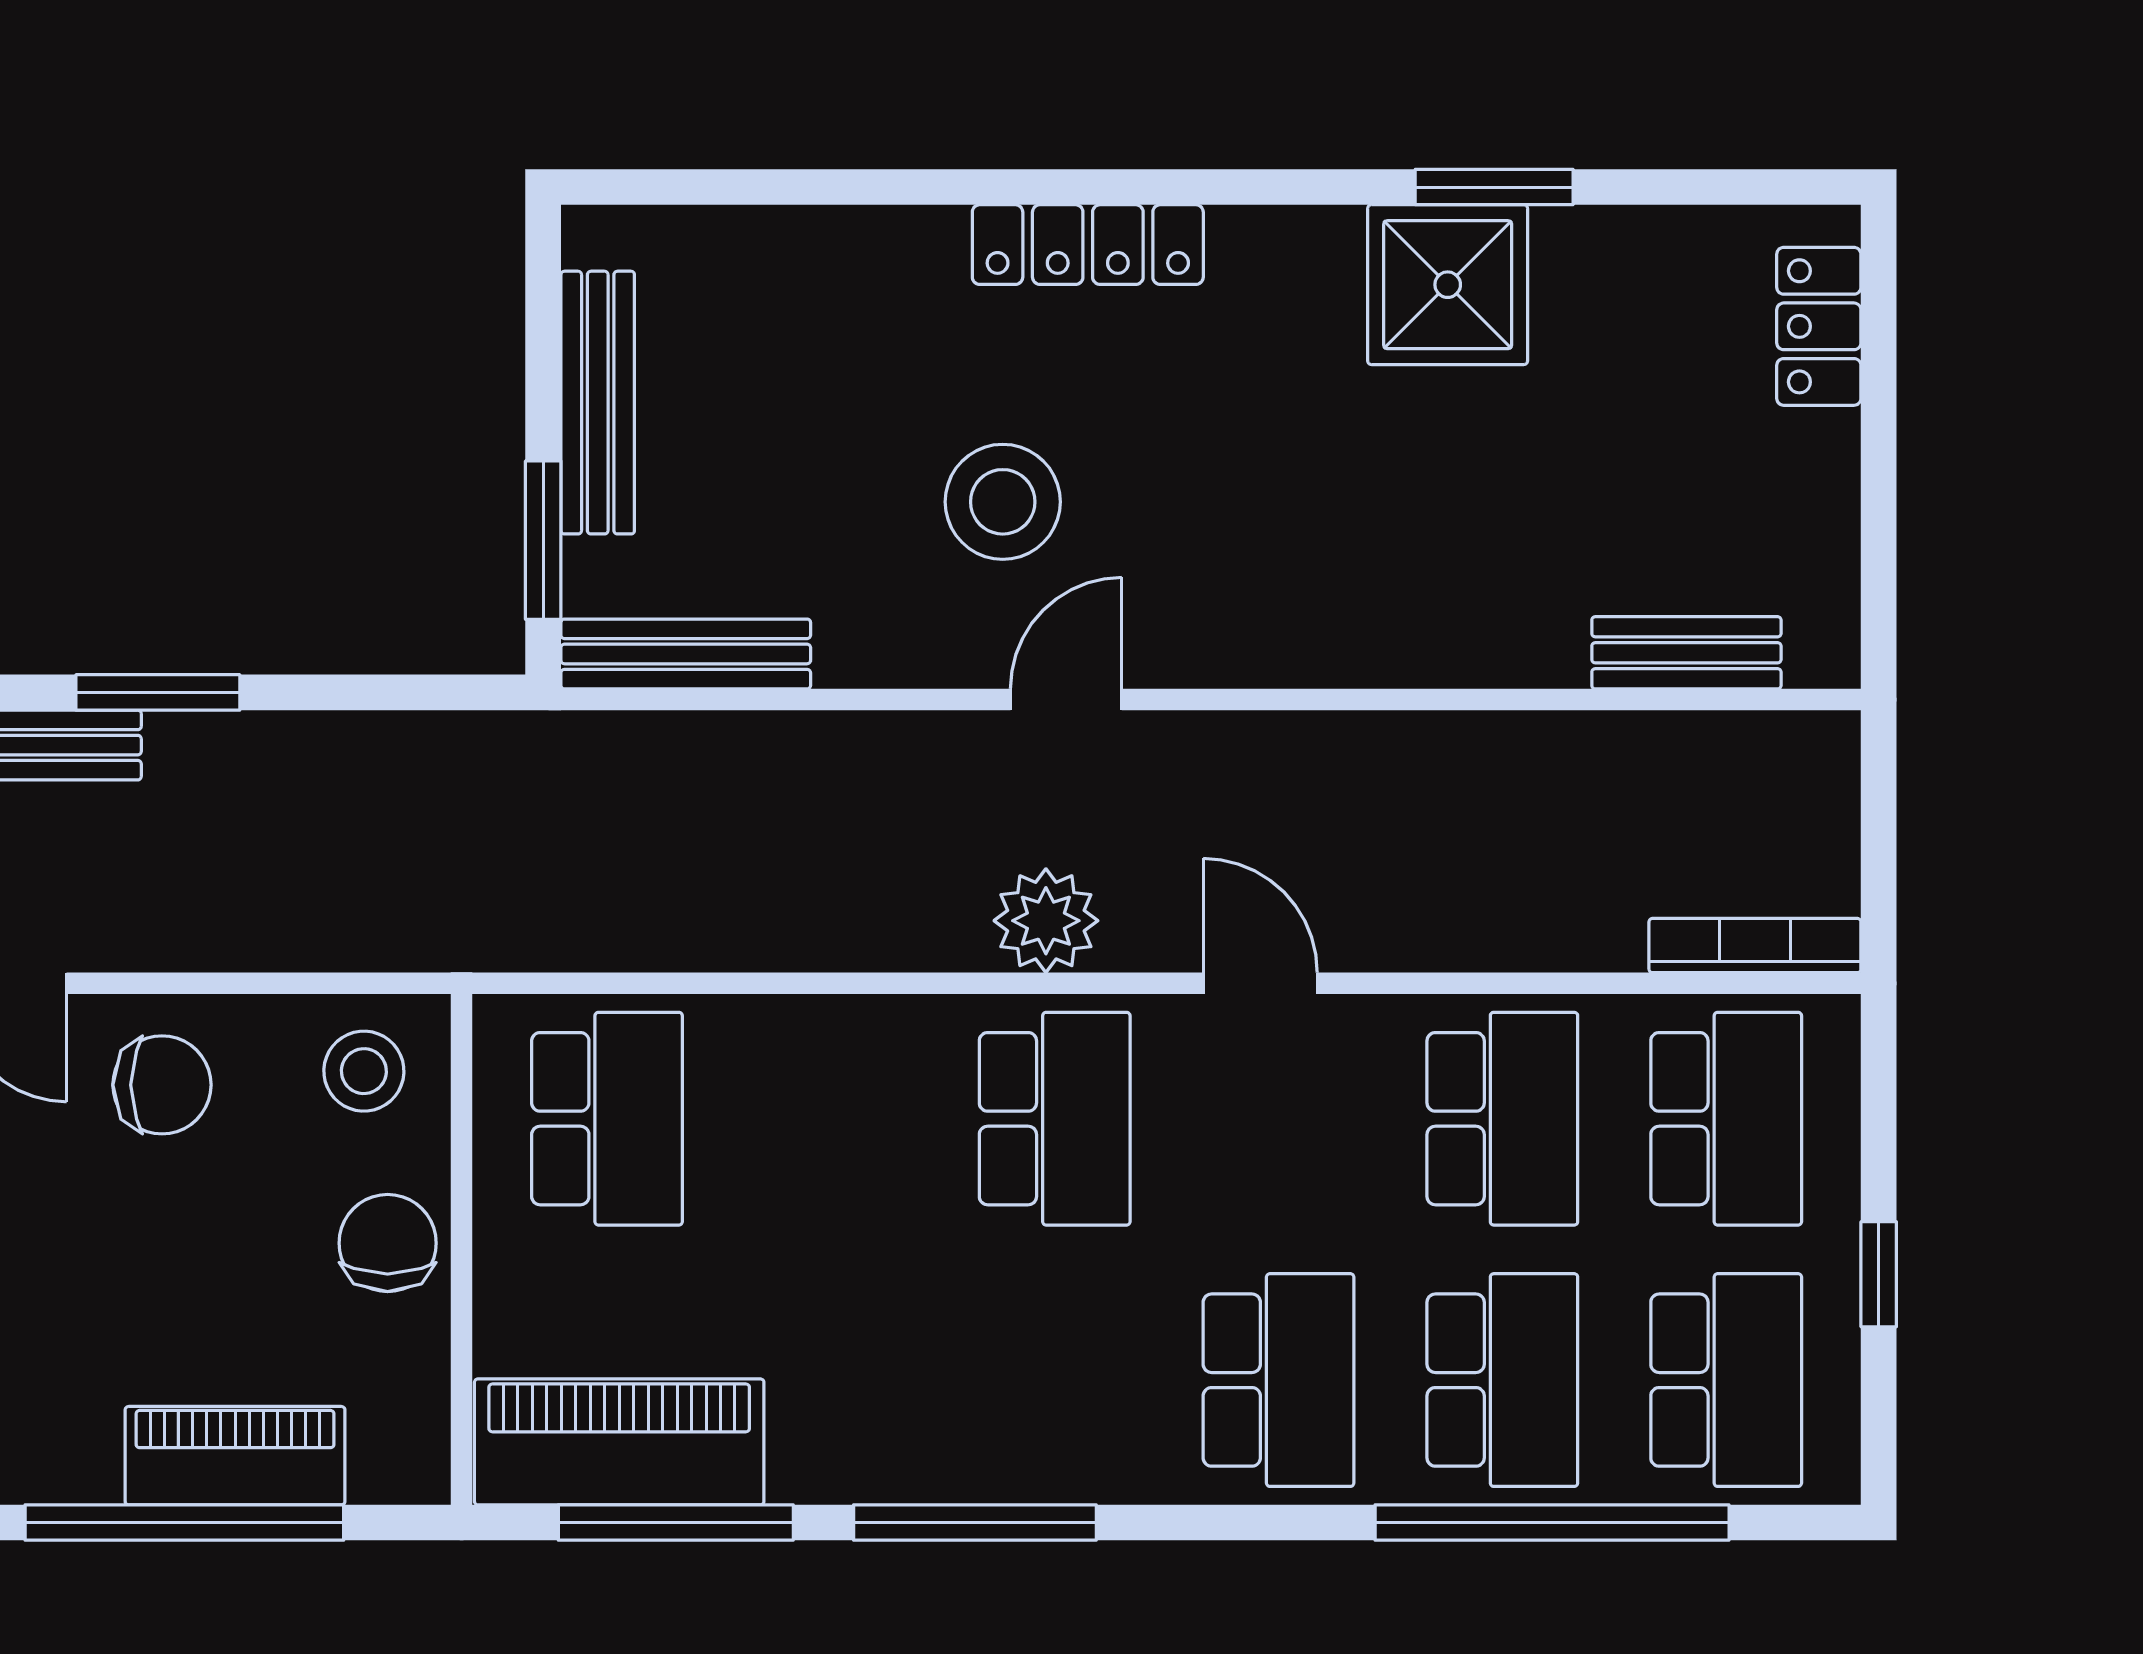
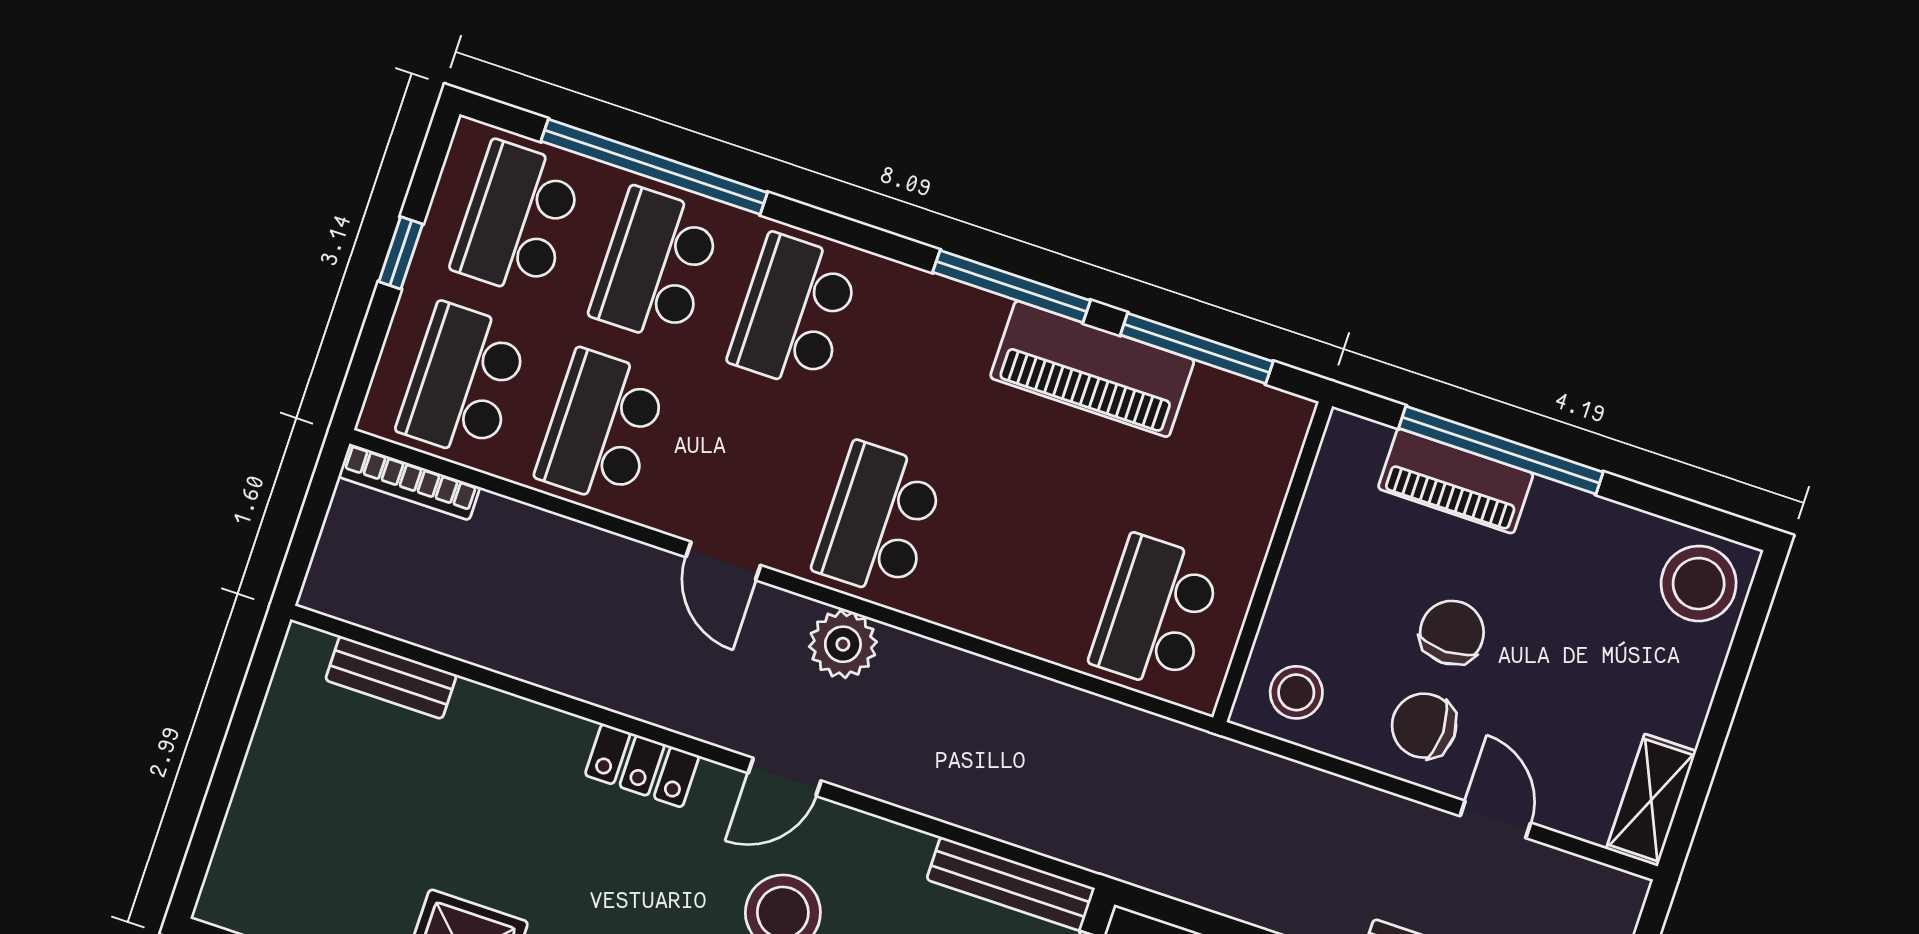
locker: (1819, 326) -> (642, 766), moved, turned 90
chair: (388, 1243) -> (1452, 633), moved, turned 180
piano: (619, 1442) -> (1092, 369), moved

